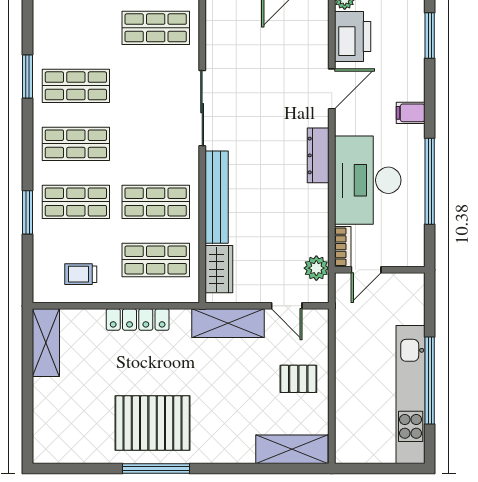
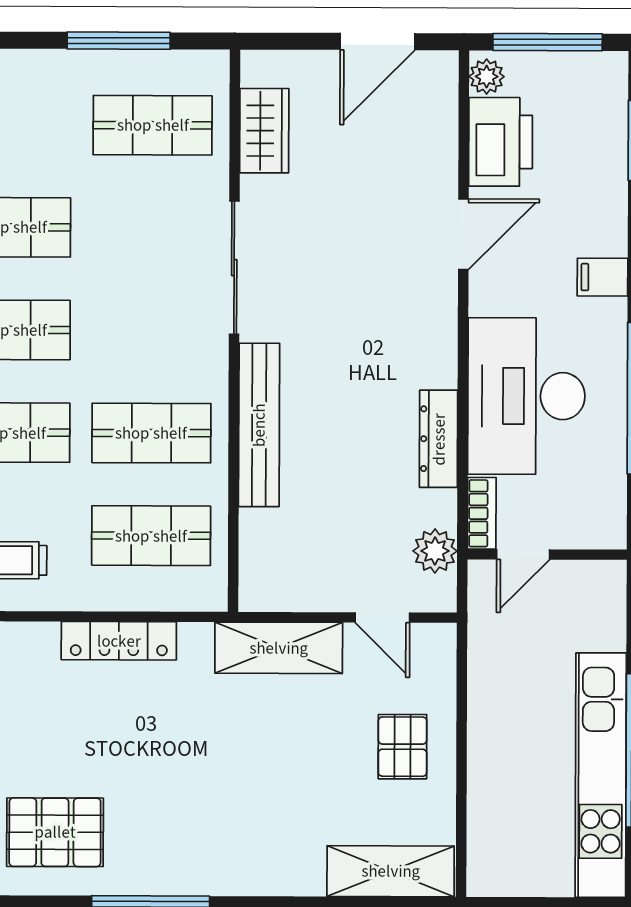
dresser: (318, 155) -> (439, 439), moved
wardrobe: (219, 269) -> (264, 131), moved
pallet: (298, 379) -> (402, 747), turned 90
pallet: (153, 423) -> (55, 832), moved, width x0.73, depth x0.71

